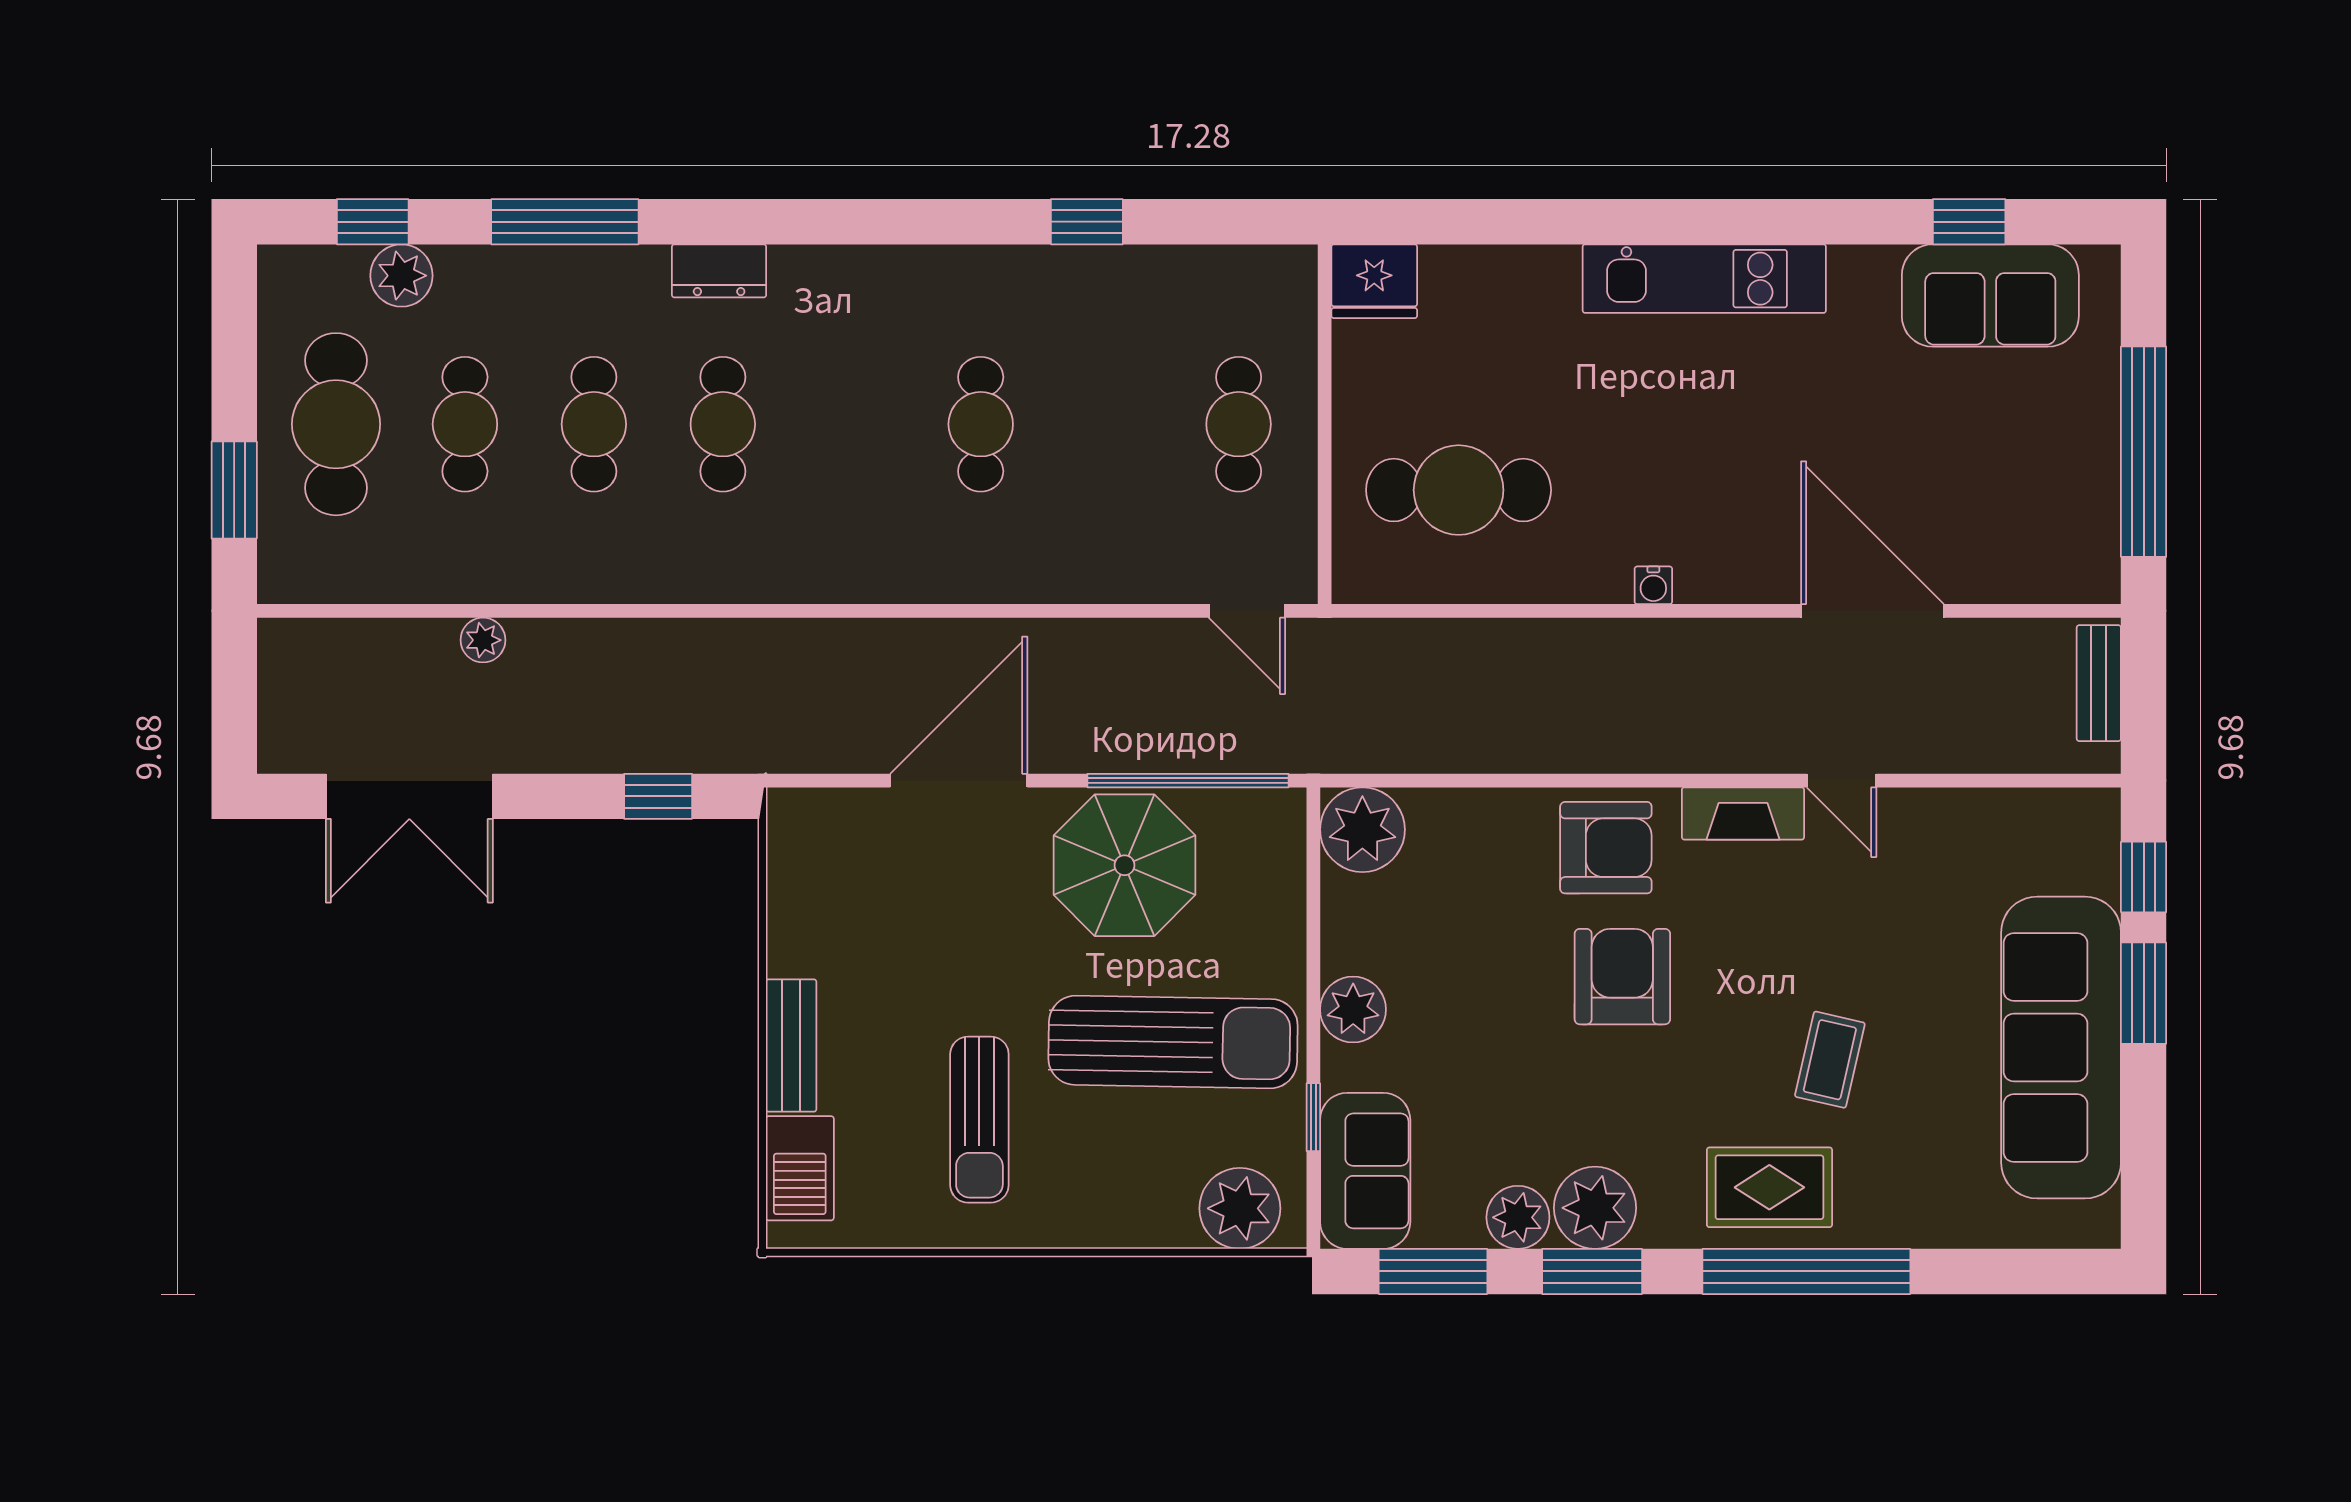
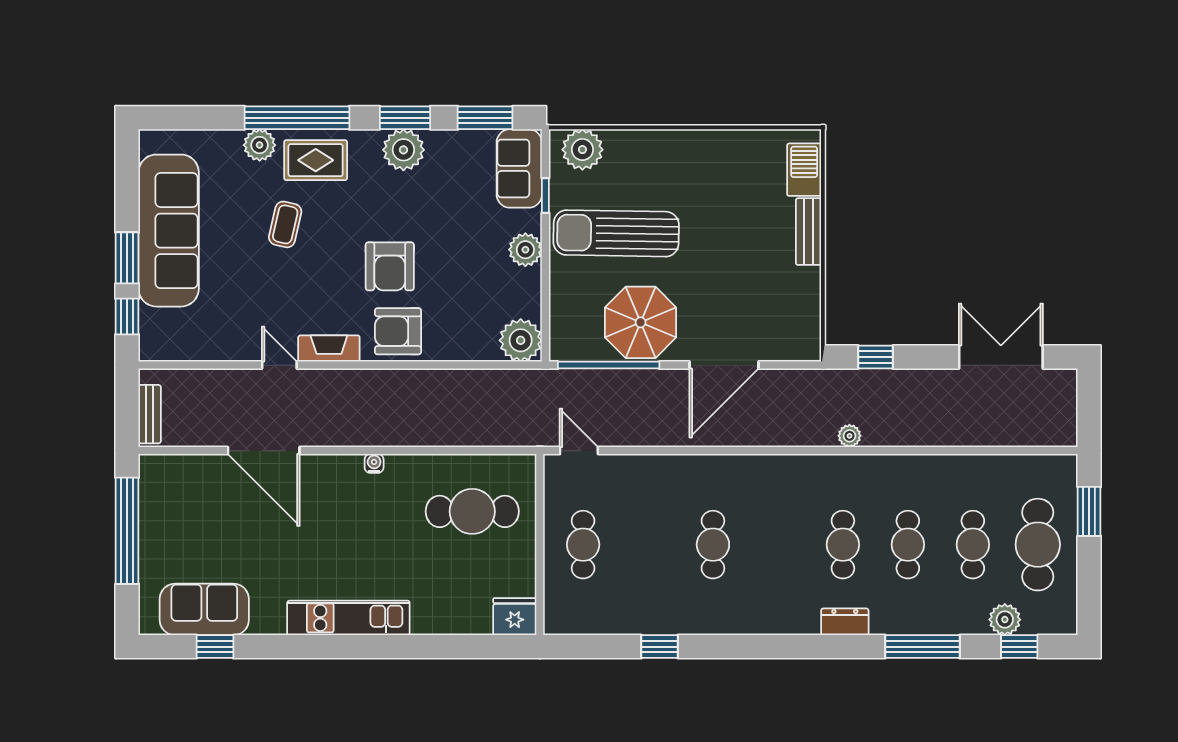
plant: (483, 640) -> (849, 436), moved
sun lounger: (979, 1120) -> (714, 194), removed
plant: (1518, 1217) -> (260, 145), moved

